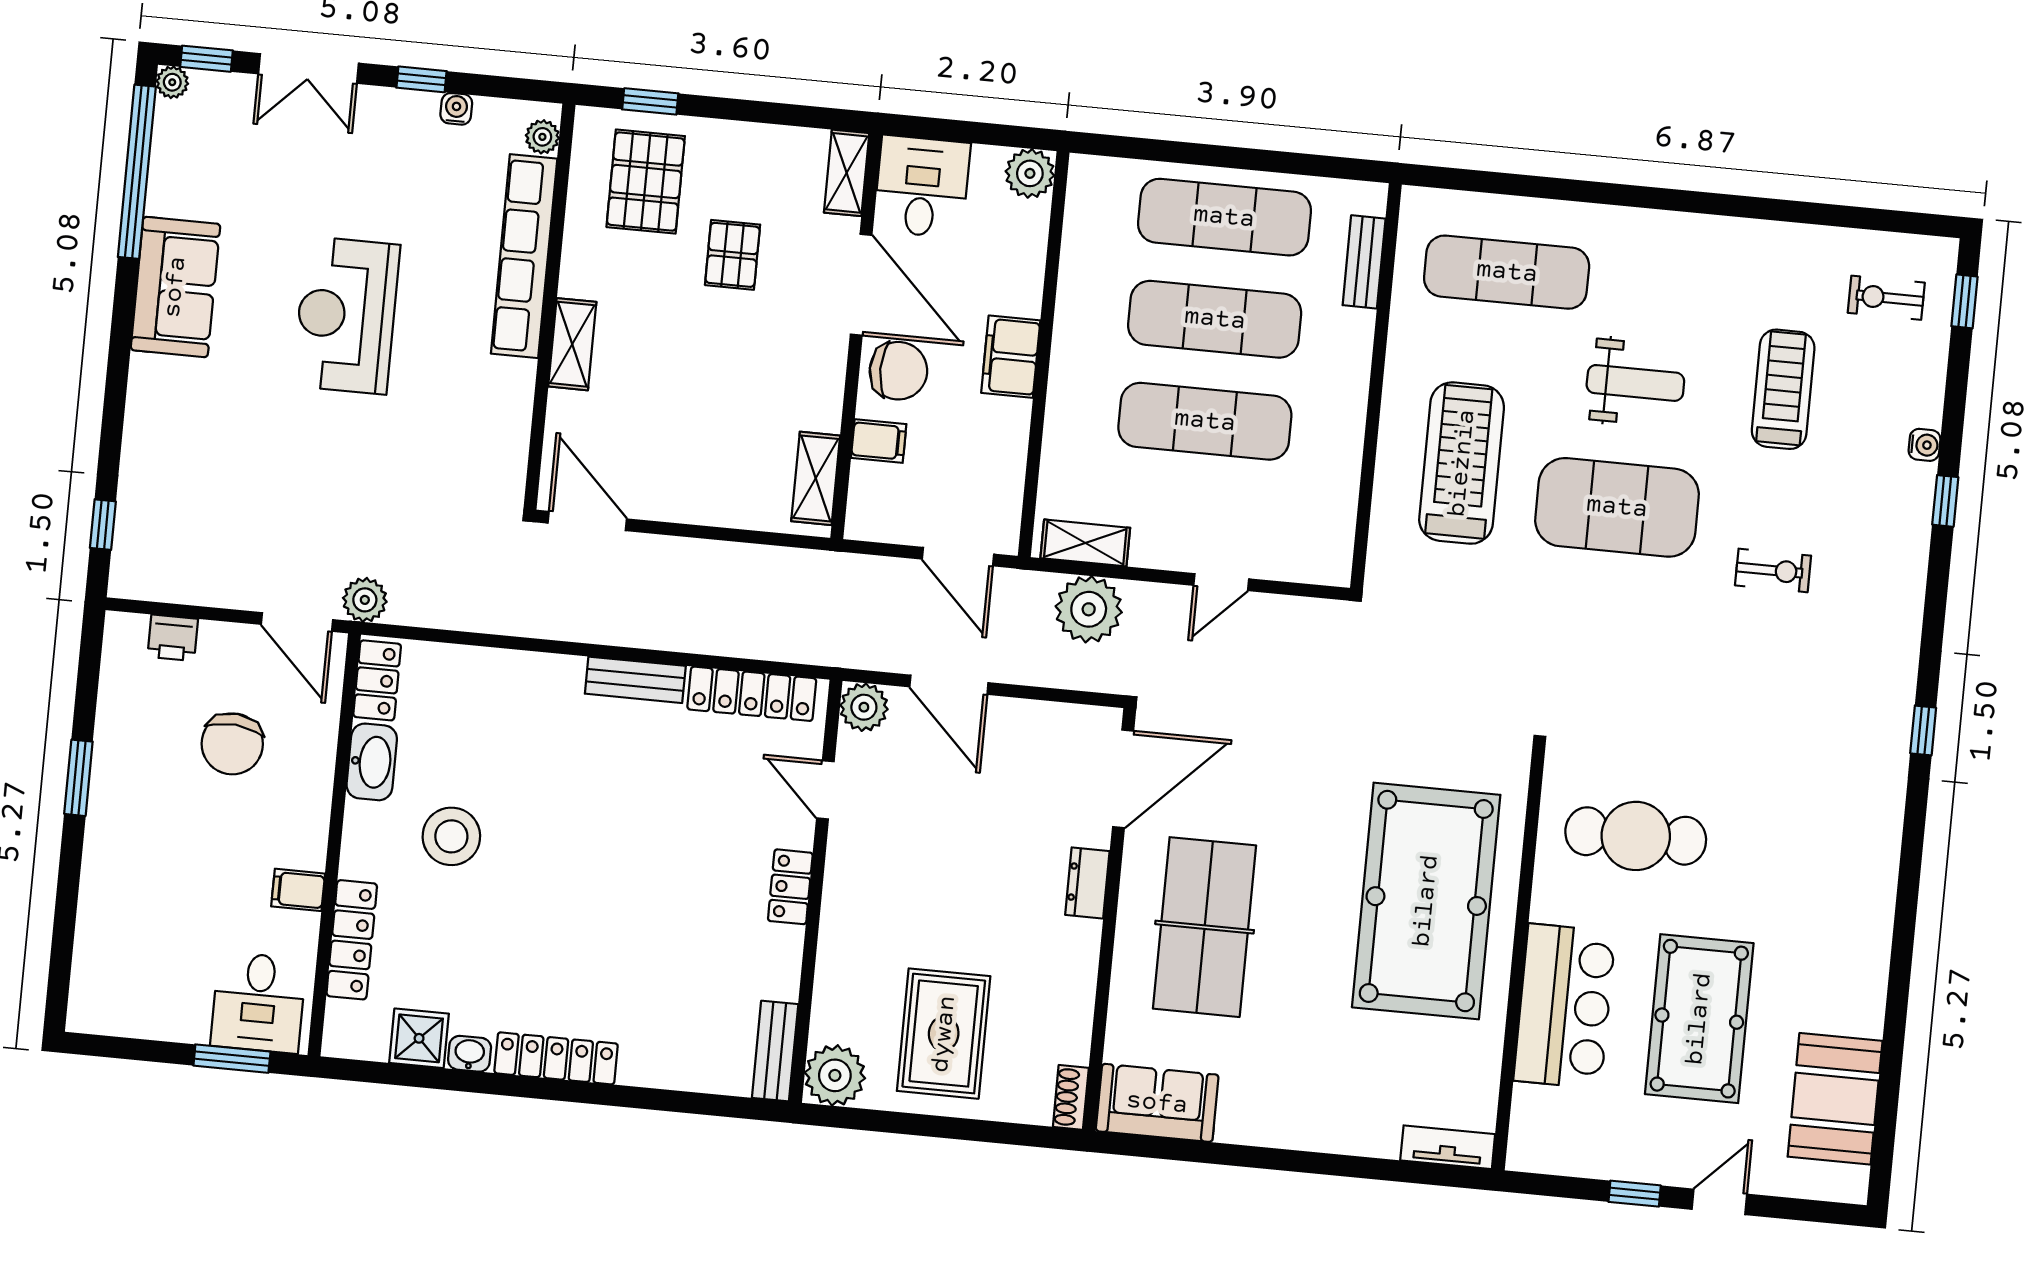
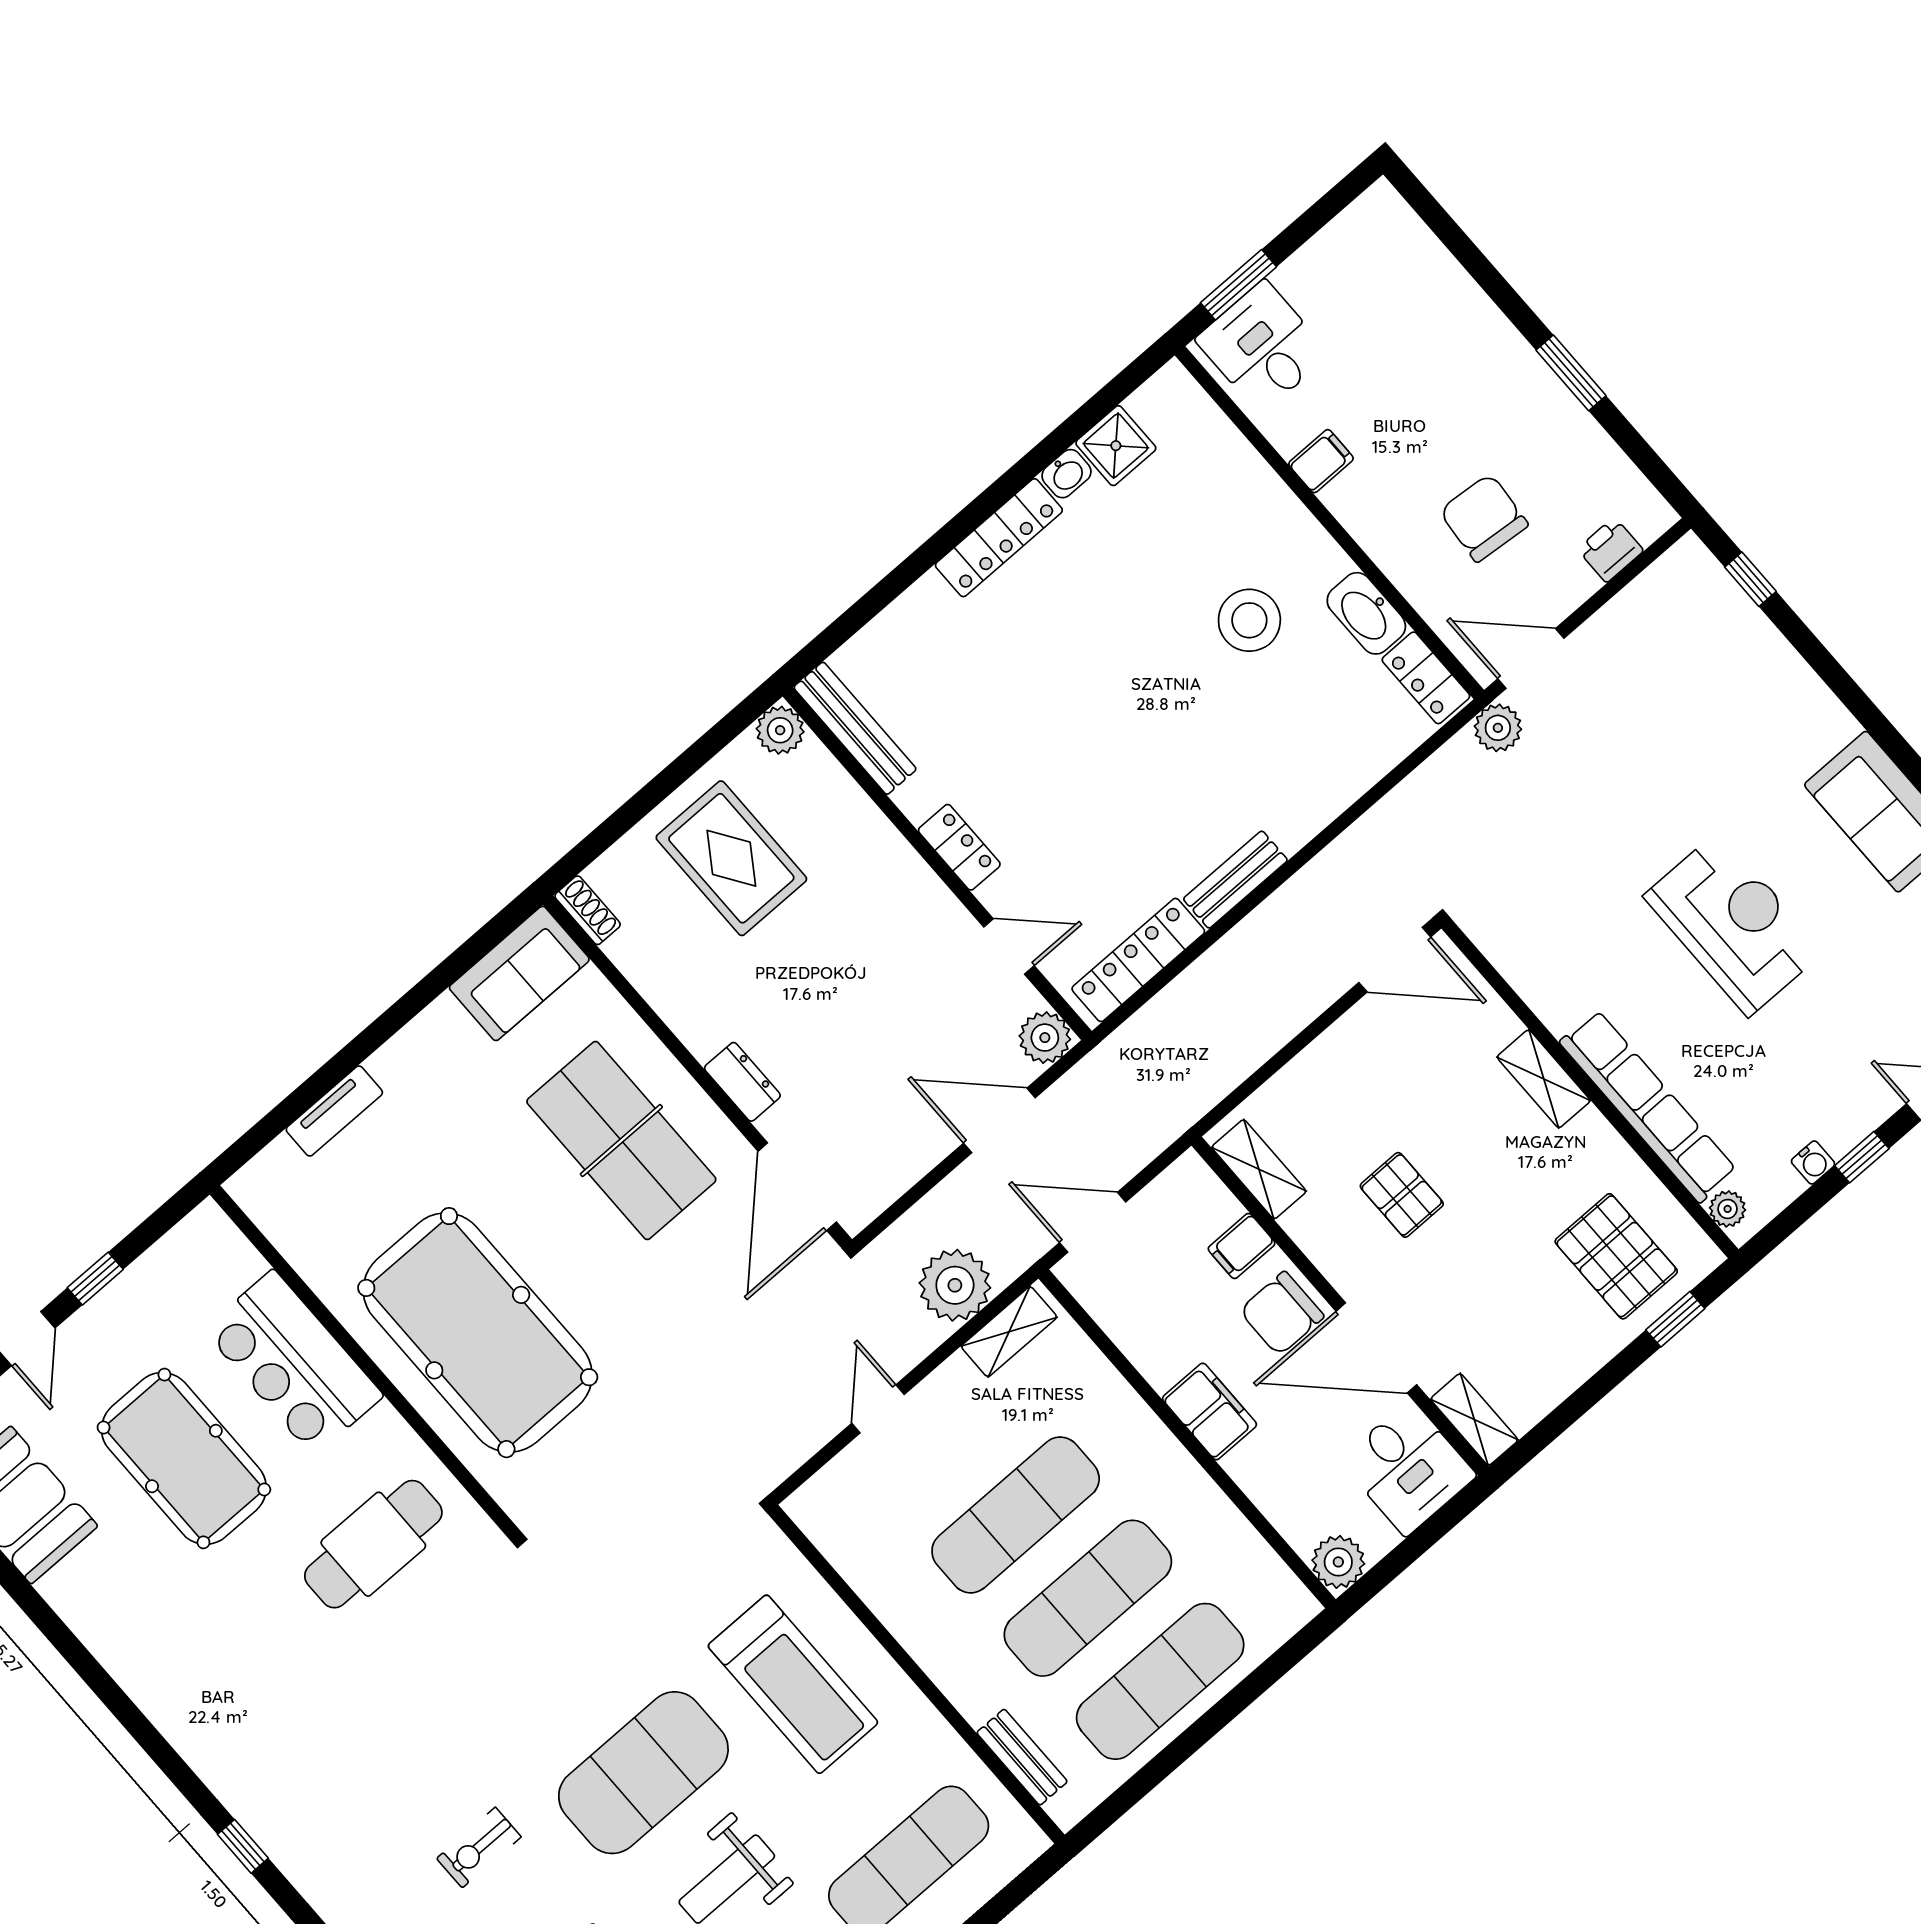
pallet: (733, 255) -> (1402, 1195), moved
locker: (352, 940) -> (1242, 466), removed
bench: (775, 1051) -> (855, 728), width x1.36
plant: (835, 1075) -> (780, 730), width x0.73, depth x0.73
tv unit: (1448, 1147) -> (334, 1111), moved

